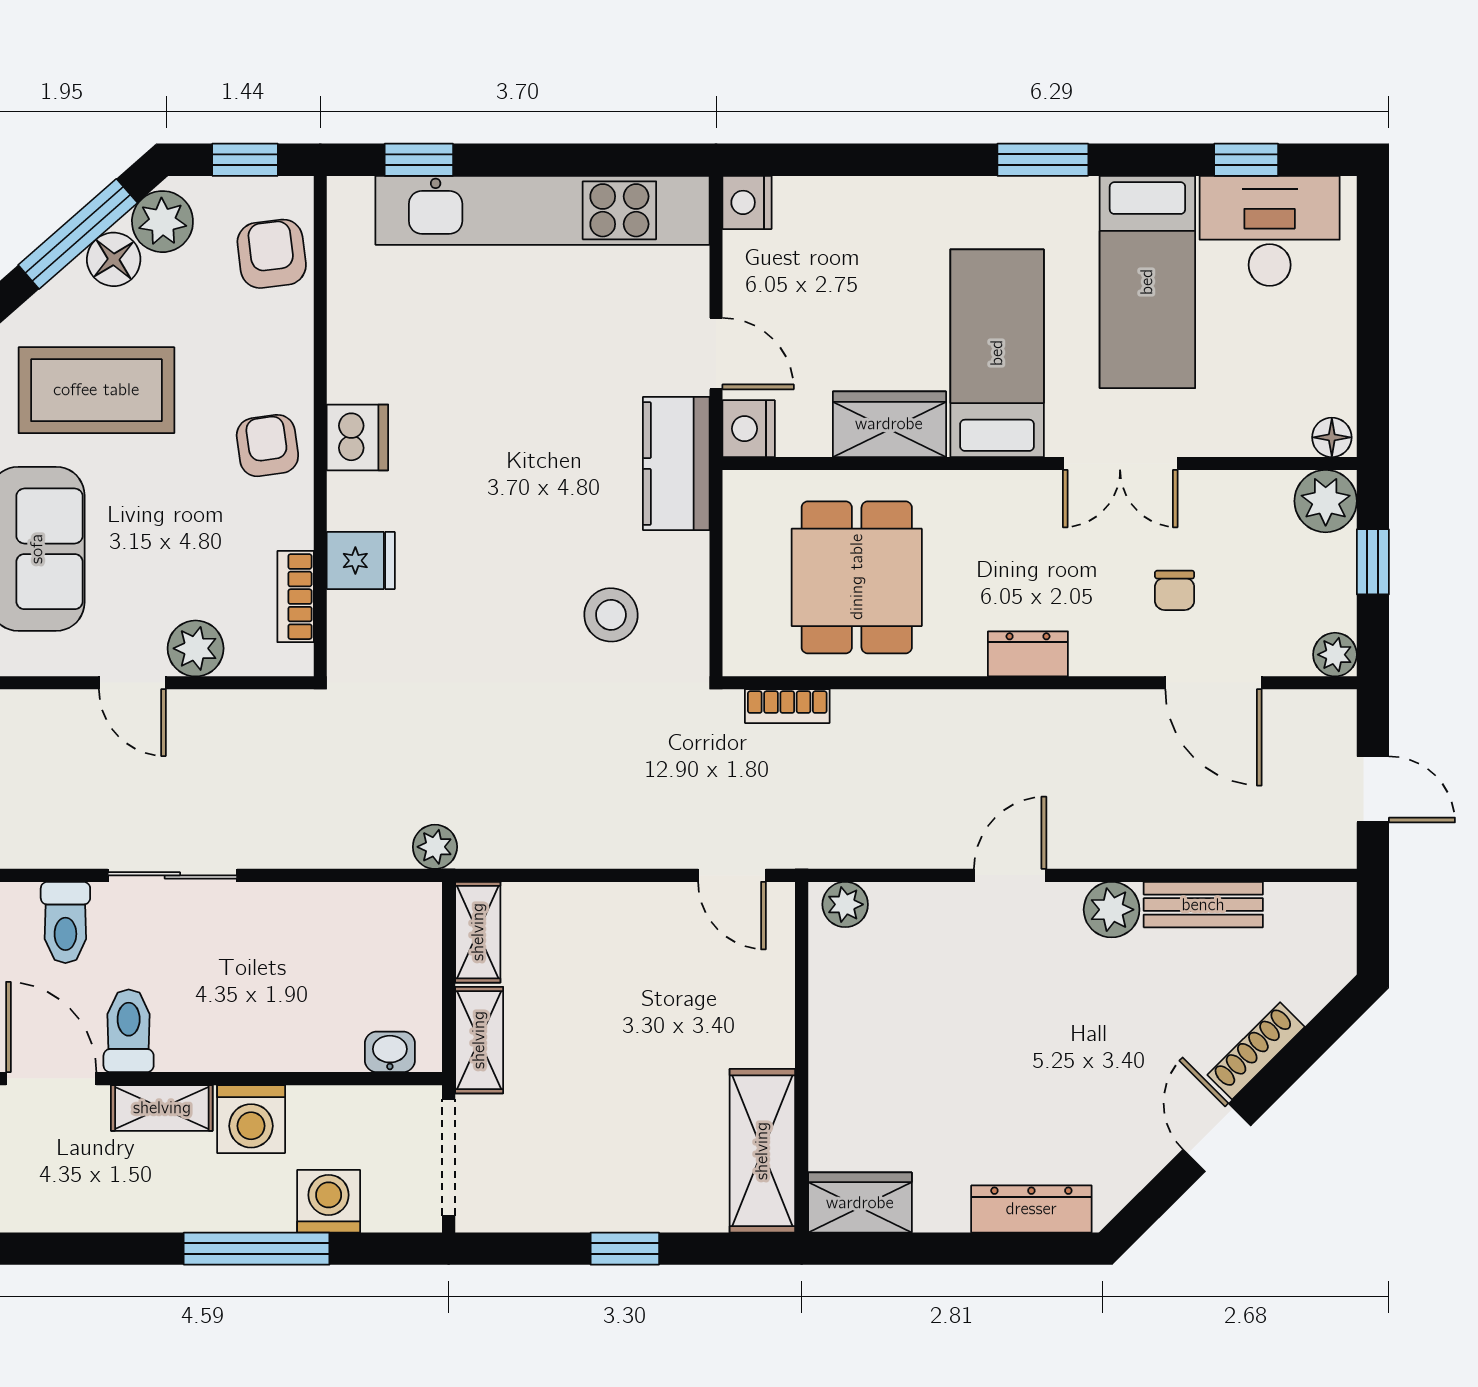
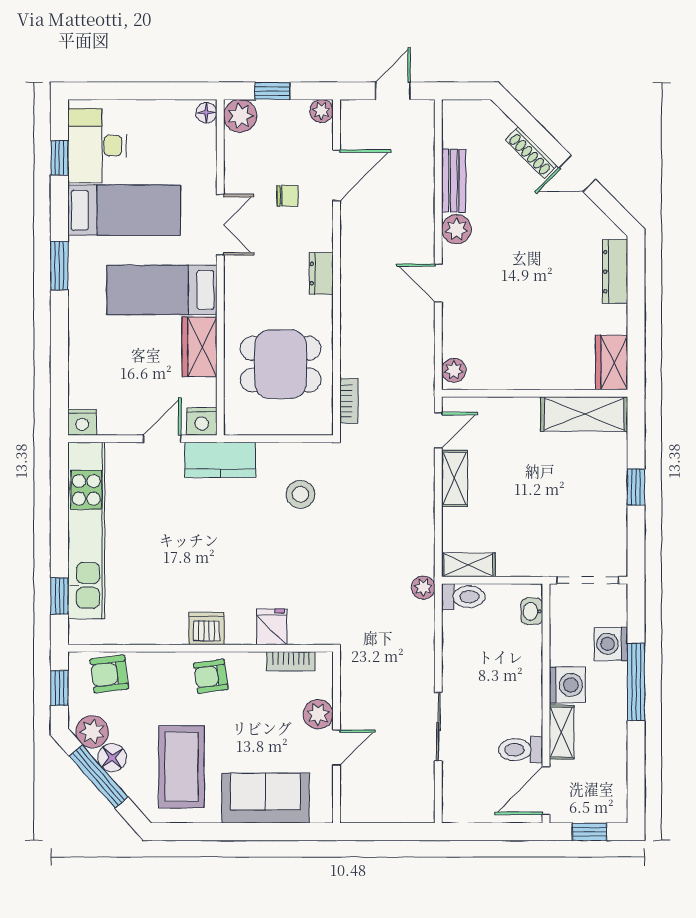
toilet: (65, 922) -> (463, 597), moved
shelving: (479, 1040) -> (454, 479), moved, turned 90

